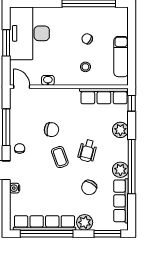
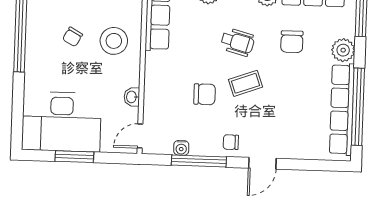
stool: (85, 67) -> (114, 41), width x1.89, depth x1.89
chair: (51, 130) -> (205, 94), turned 80
chair: (89, 187) -> (292, 42), turned 61
water cooler: (15, 188) -> (181, 148), moved

